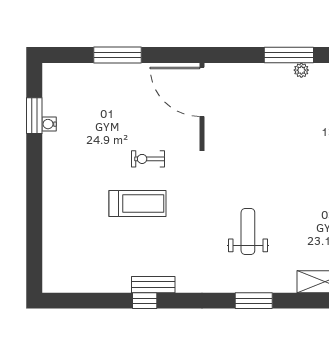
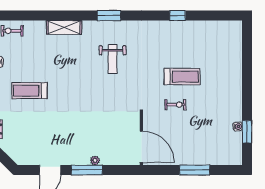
plant: (301, 70) -> (95, 160), moved
treadmill: (138, 203) -> (182, 77), turned 180
bench: (153, 285) -> (172, 26), removed

